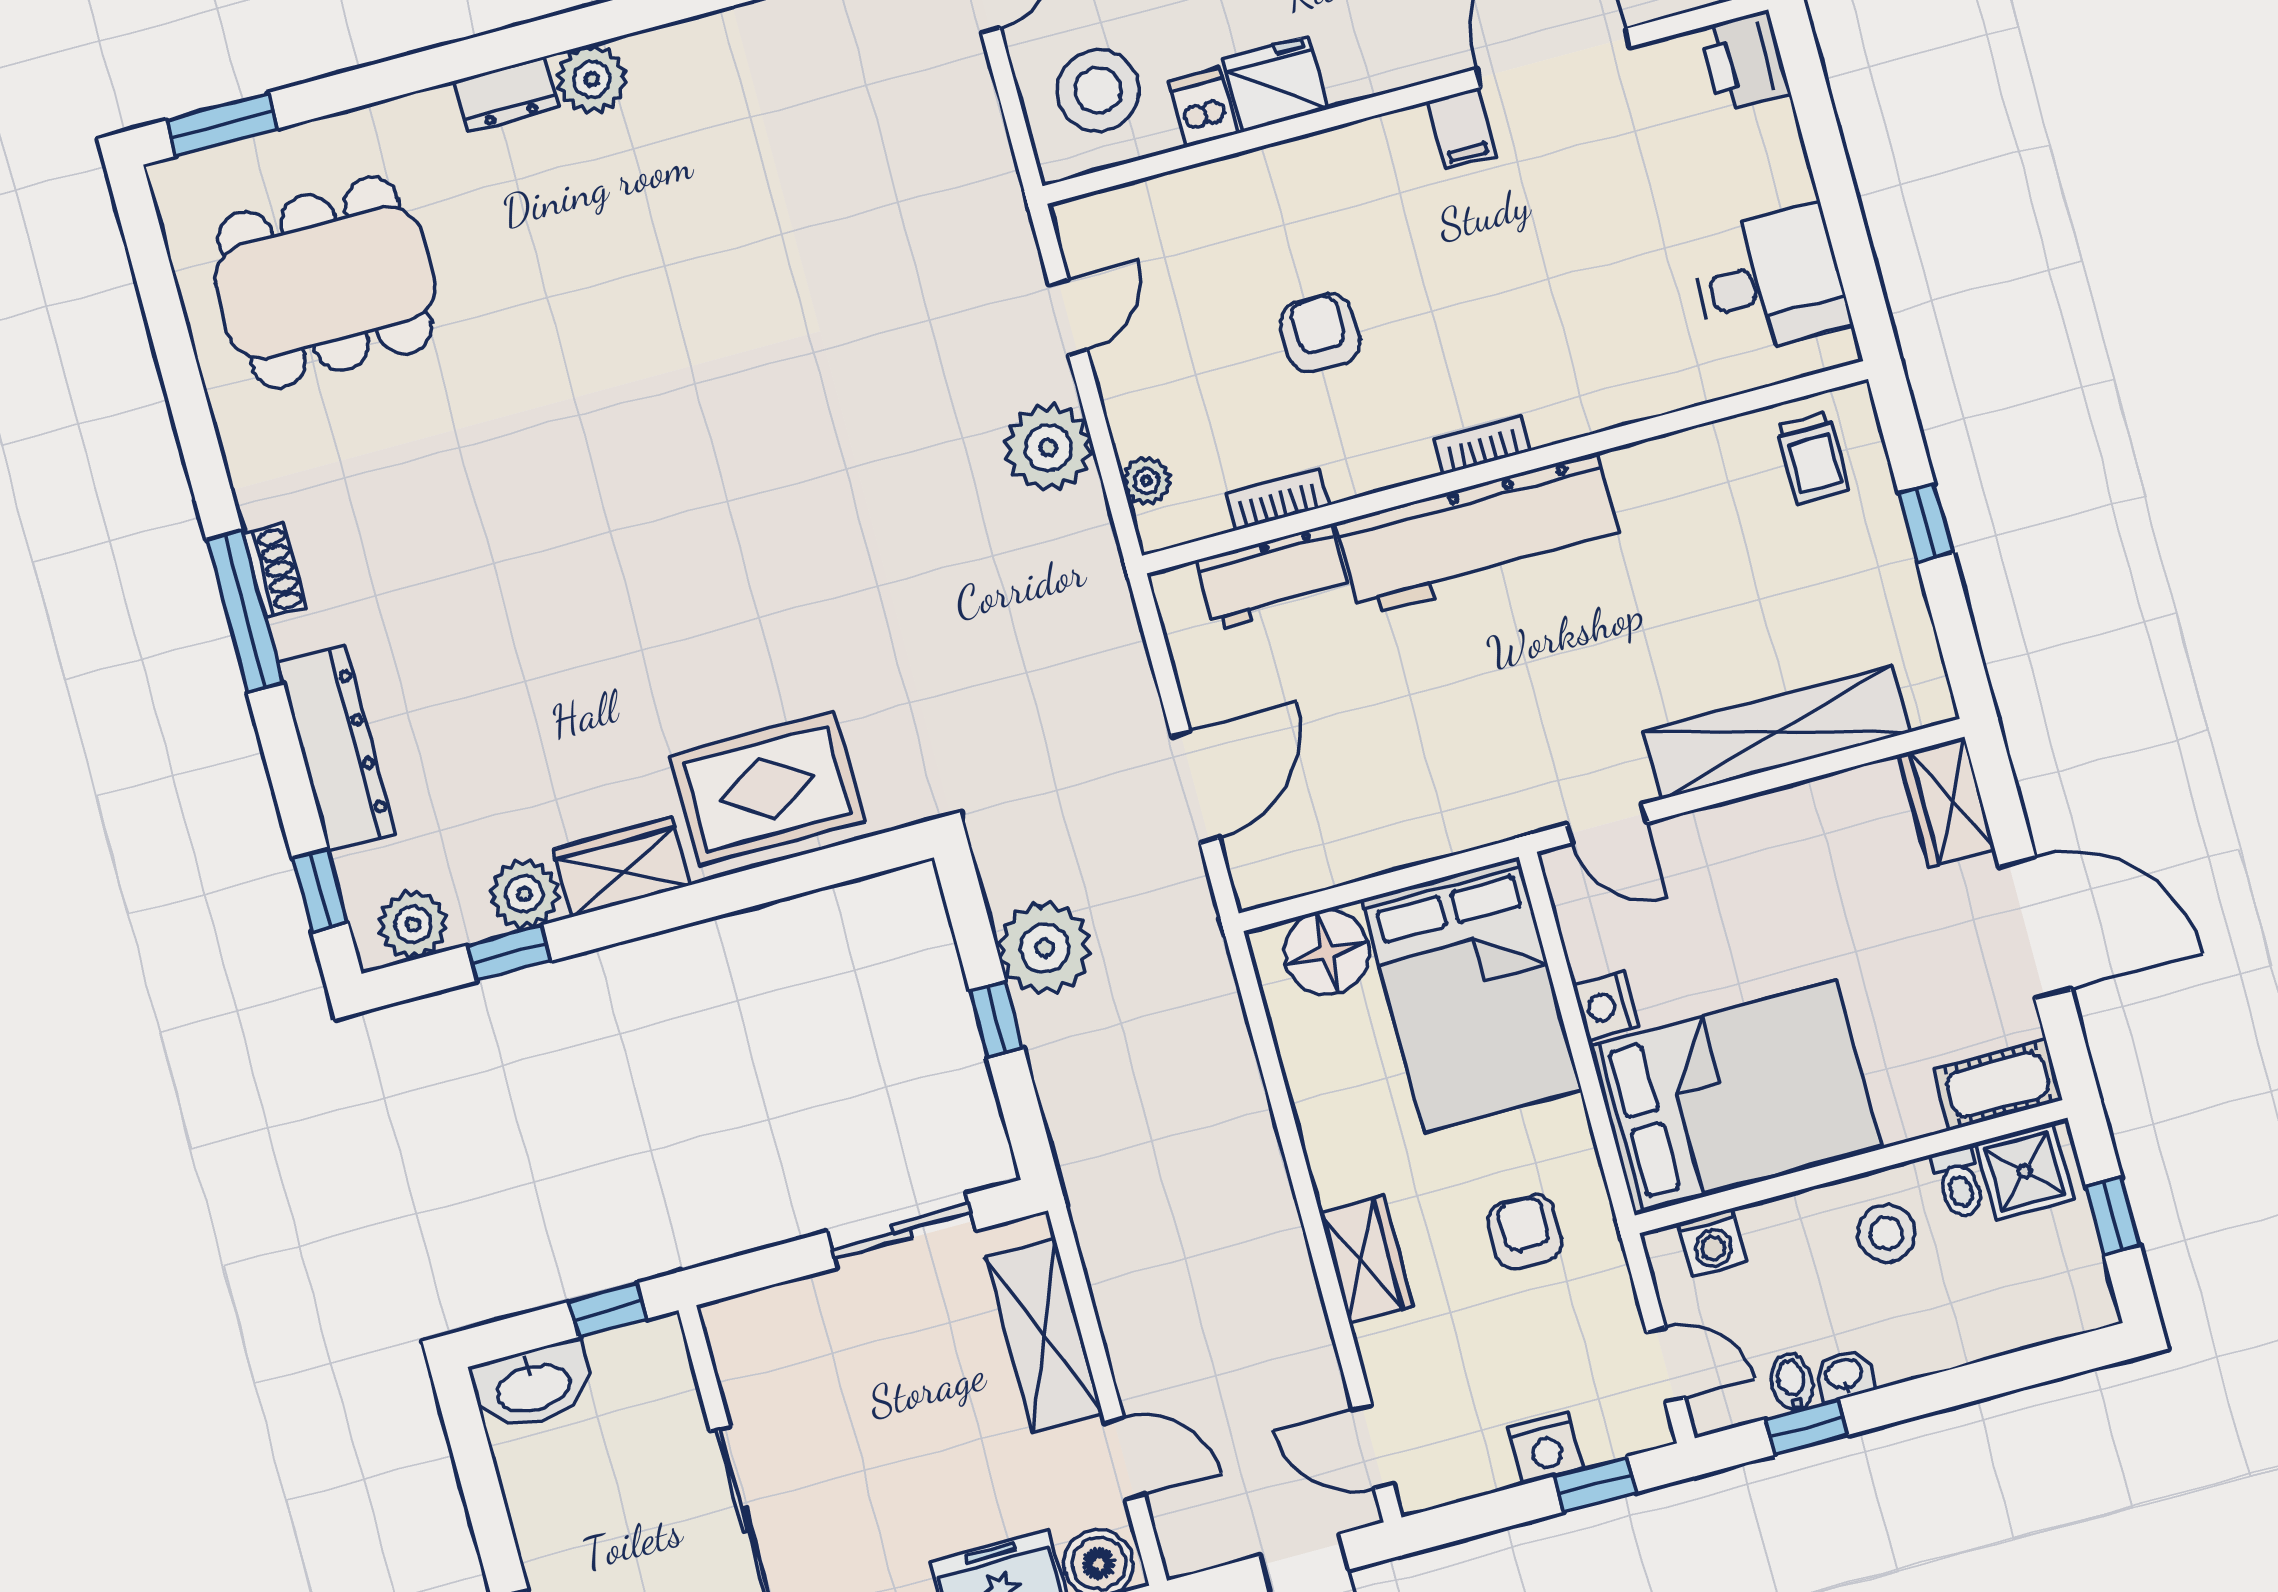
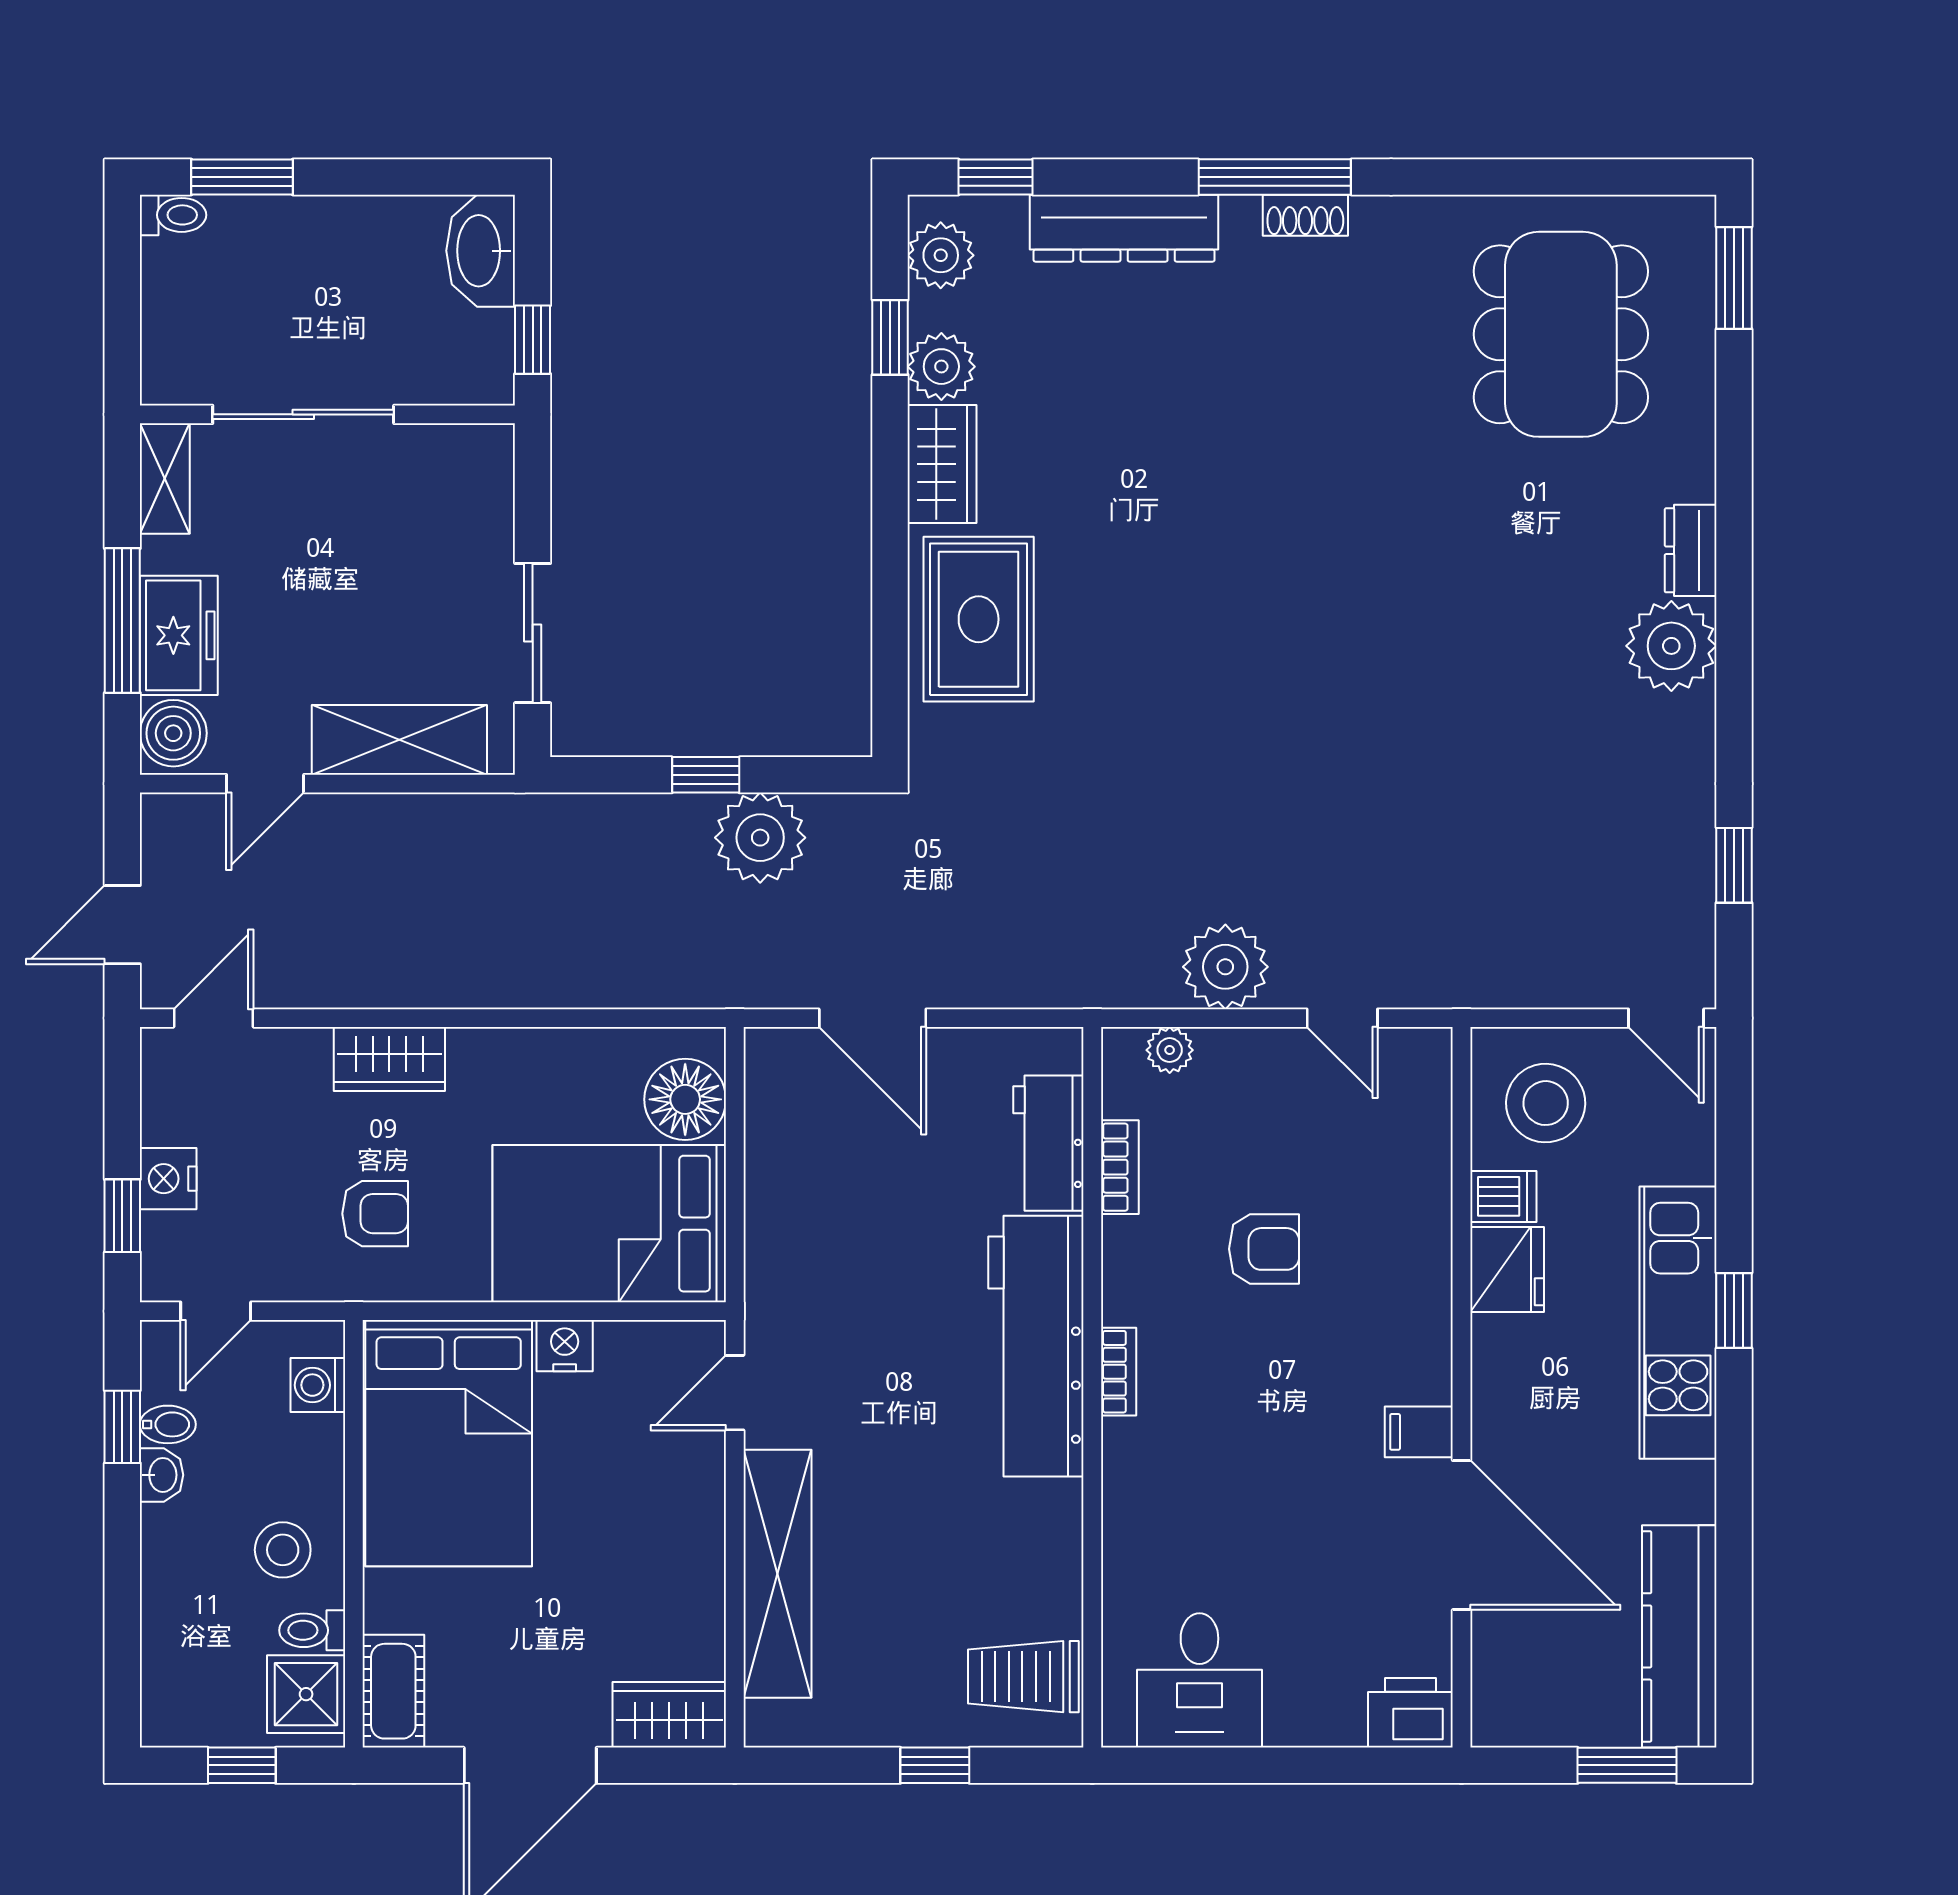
plant: (592, 79) -> (1671, 646), width x1.36, depth x1.36
trolley: (1813, 458) -> (1023, 1677), width x1.36, depth x1.39

